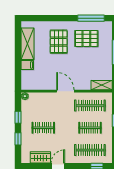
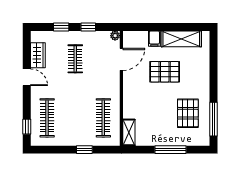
pallet: (59, 42) -> (165, 72), moved
door: (65, 91) -> (121, 59), moved
clothes rail: (90, 128) -> (75, 118), removed

